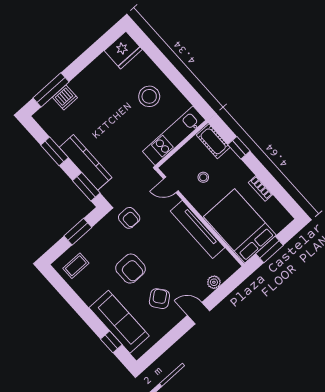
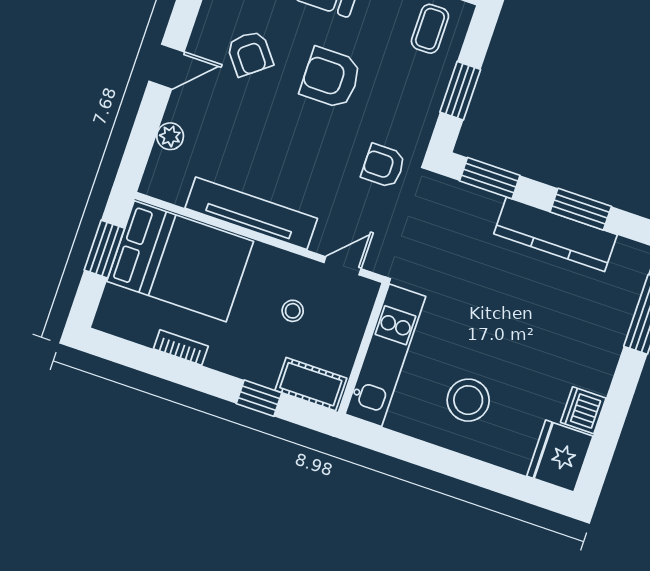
dishwasher: (65, 97) -> (583, 410), moved
kitchen counter: (86, 162) -> (556, 234), moved

